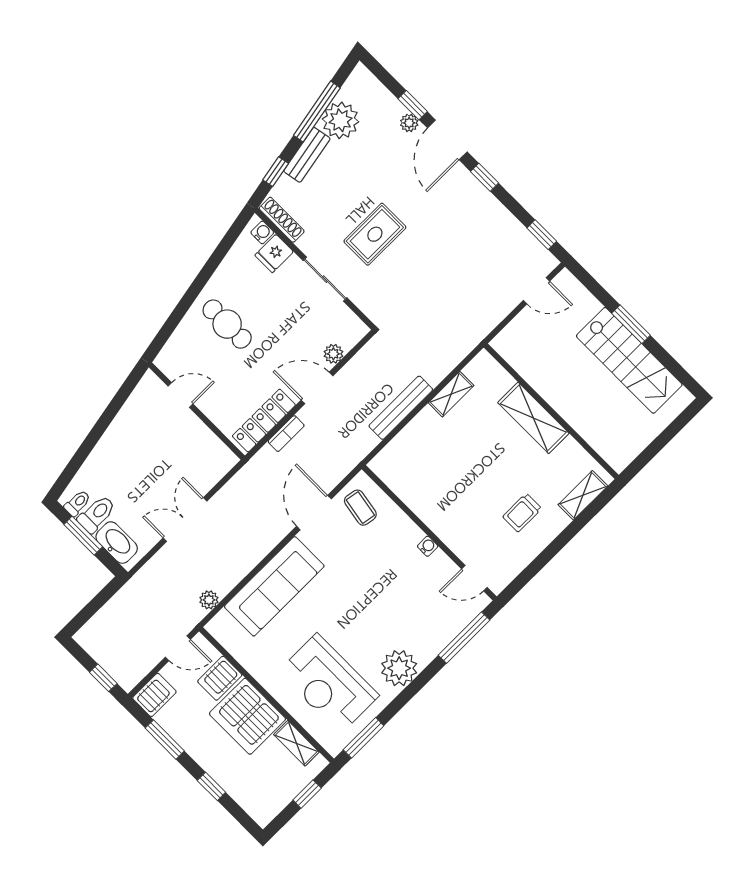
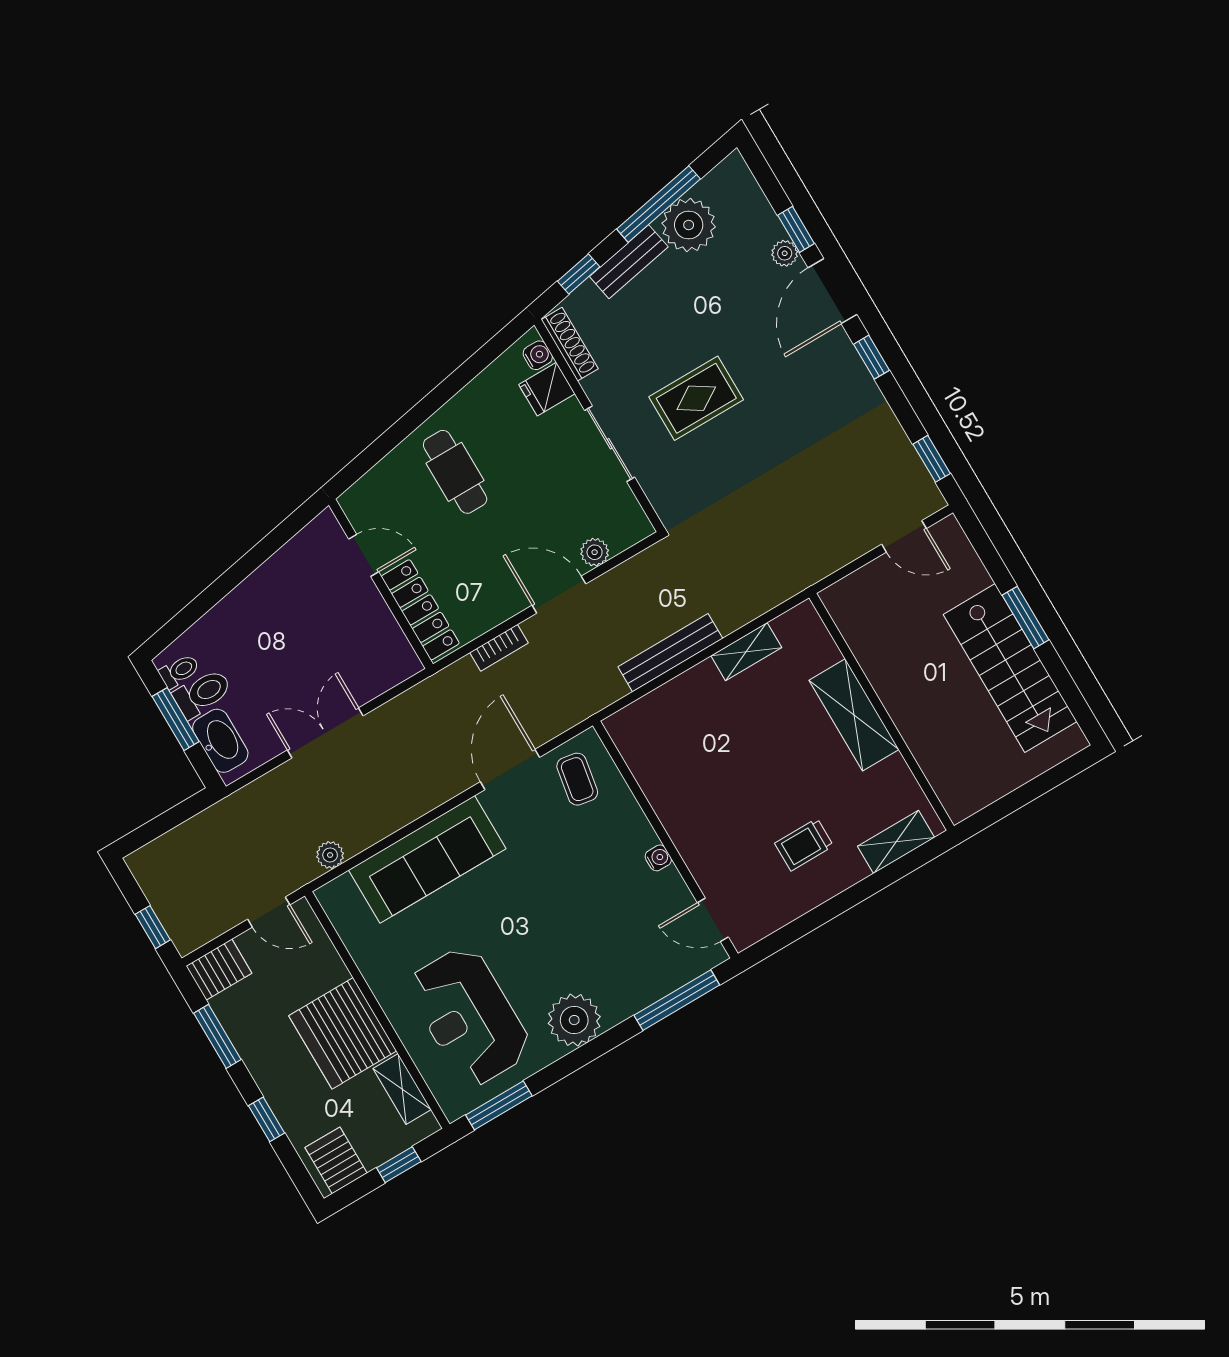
locker: (264, 421) -> (420, 610), moved, turned 90
server rack: (220, 678) -> (336, 1160), moved, turned 90

